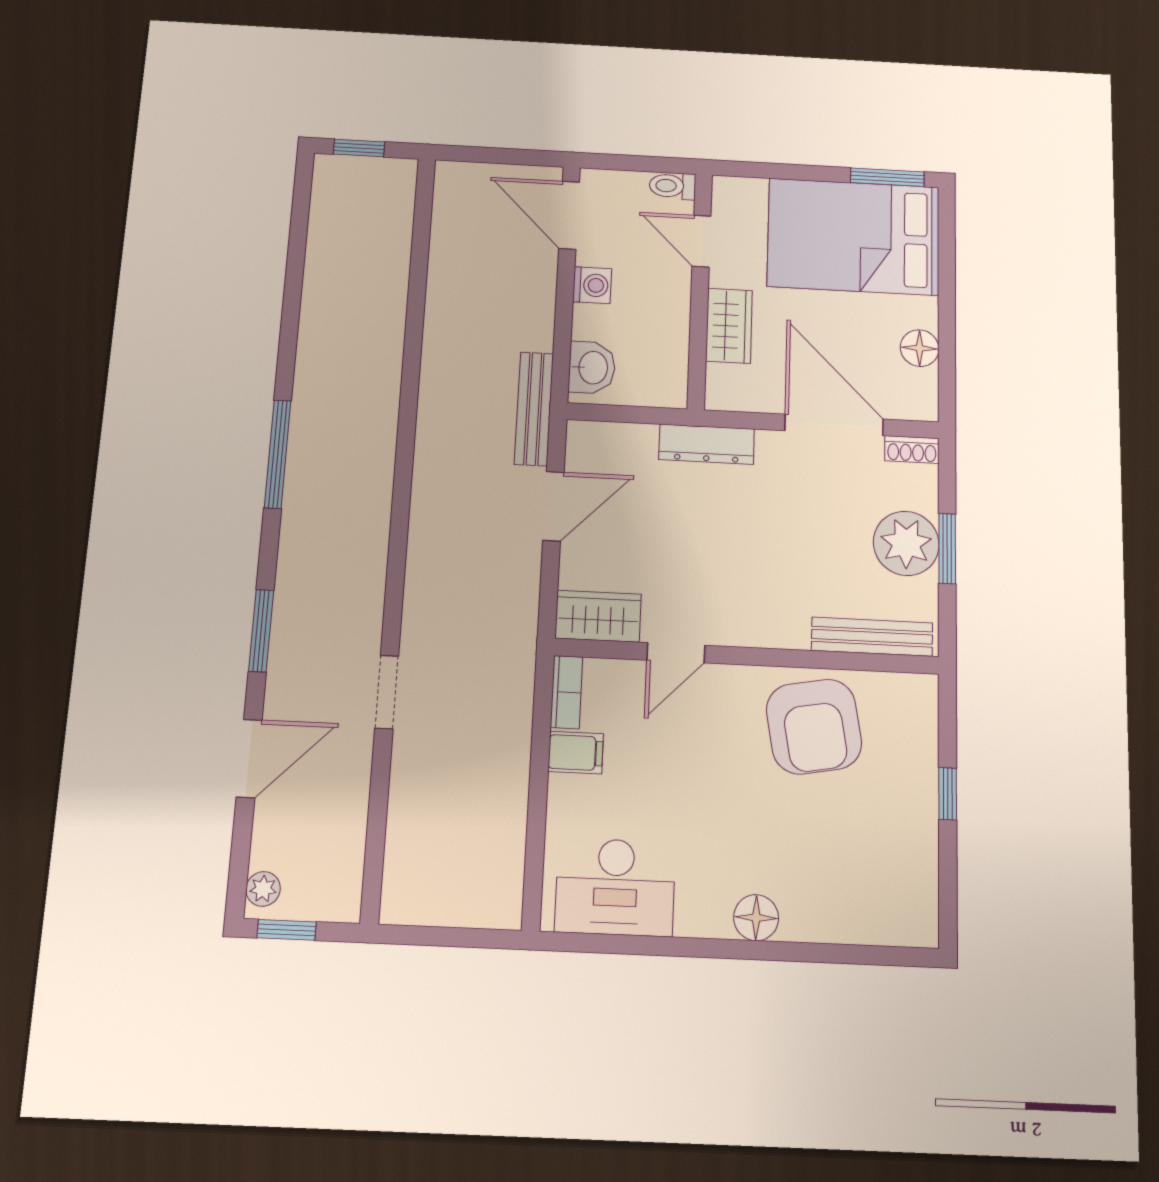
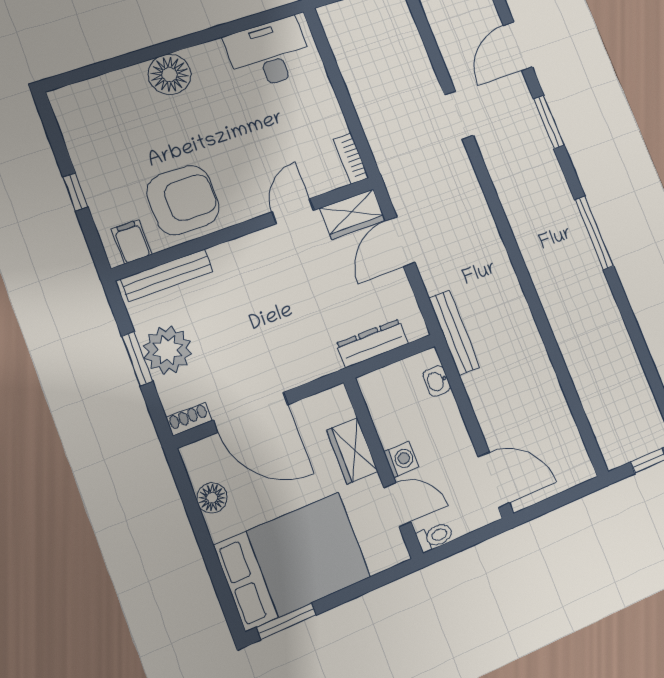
washing machine: (592, 285) -> (401, 459), moved, turned 180
washbasin: (592, 368) -> (437, 381), width x0.72, depth x0.69
dresser: (707, 444) -> (372, 343), moved
door: (553, 506) -> (400, 242), moved
armchair: (814, 726) -> (183, 200), turned 100
filing cabinet: (576, 753) -> (132, 242), moved, turned 90
floor lamp: (756, 918) -> (170, 74), width x1.38, depth x1.38

